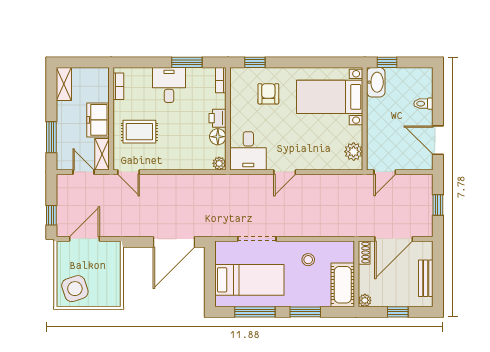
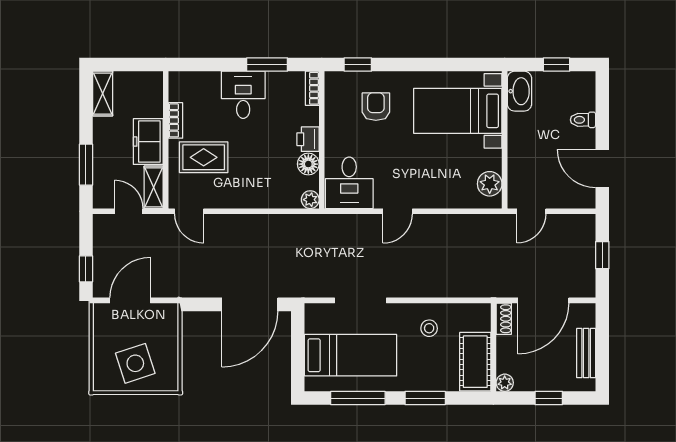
window: (387, 62) -> (557, 65), moved
bookcase: (118, 86) -> (176, 120), moved
side table: (75, 289) -> (135, 363), moved

